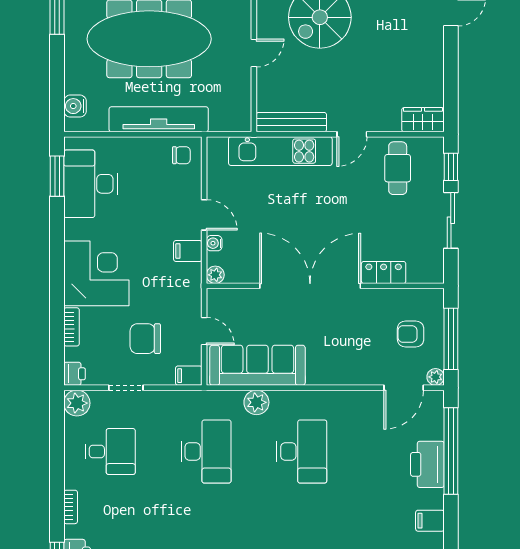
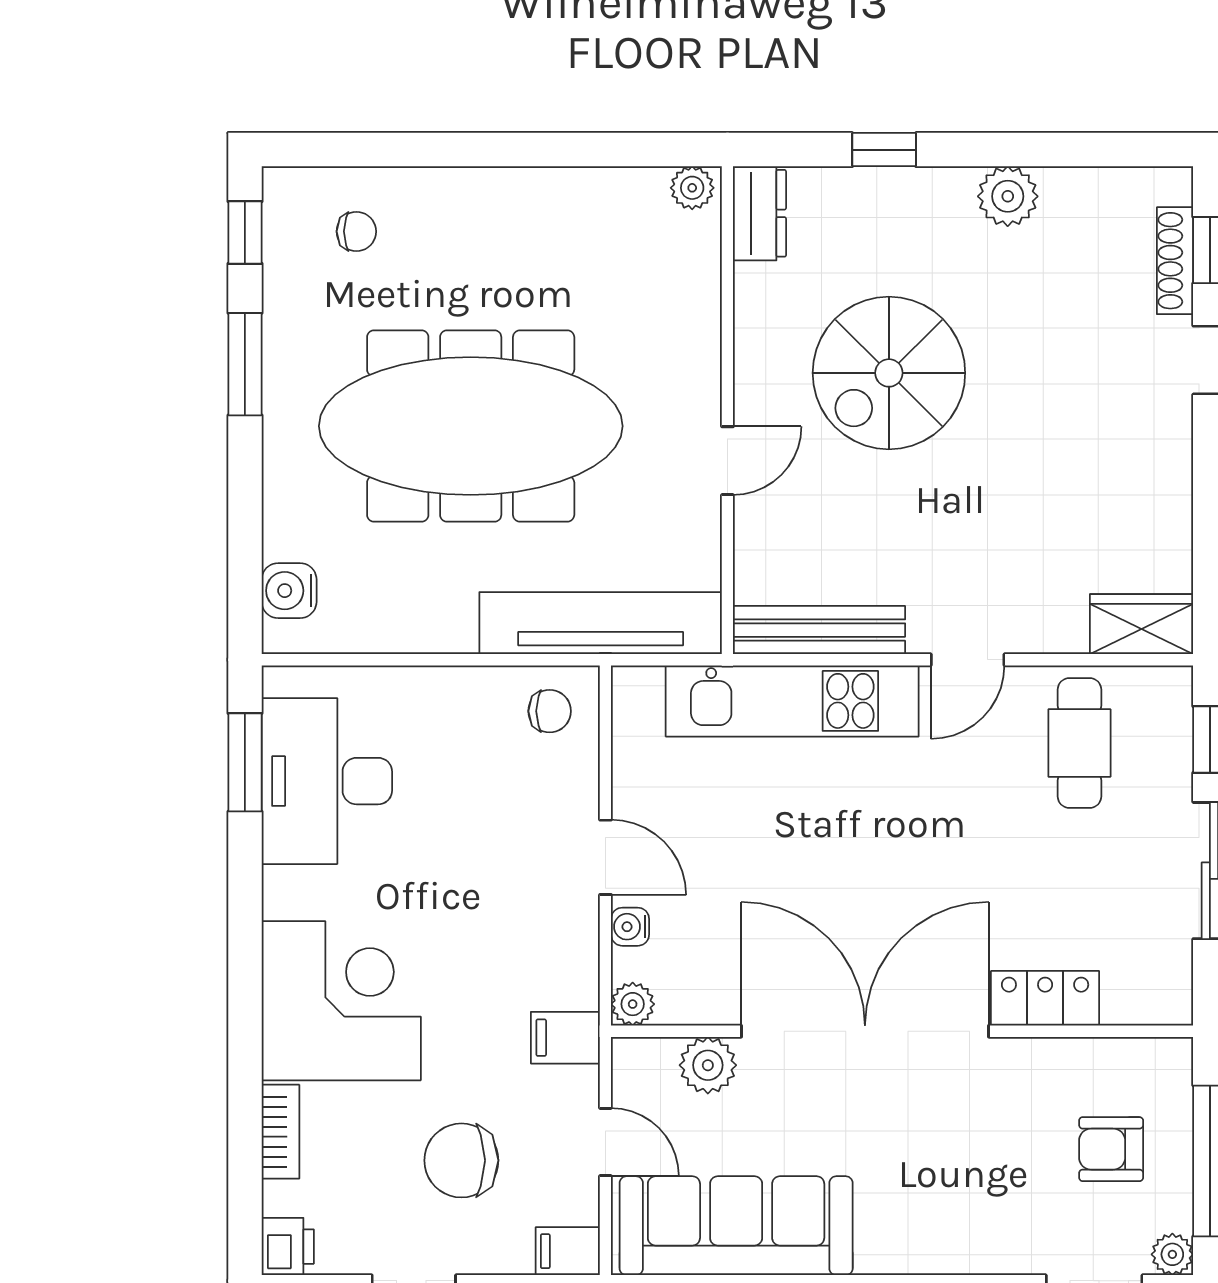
tv unit: (159, 119) -> (601, 623), moved
filing cabinet: (188, 251) -> (565, 1038), moved
plant: (246, 300) -> (708, 1065), added

